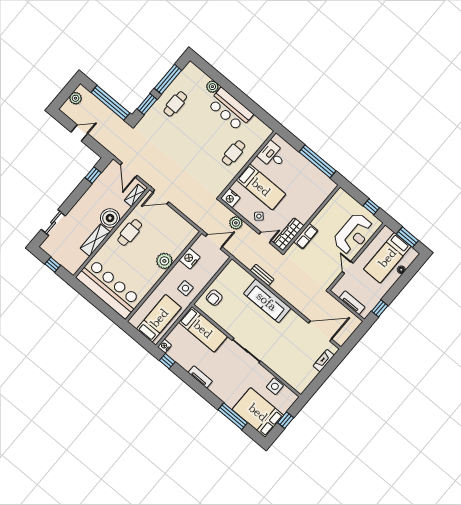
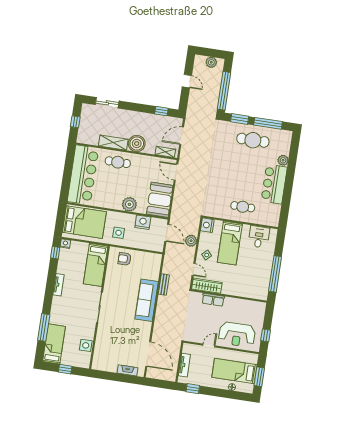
cafe table: (175, 104) -> (253, 140), width x1.37, depth x1.35
booth: (178, 229) -> (160, 200), added
cafe table: (130, 232) -> (118, 162), moved
bed: (159, 318) -> (84, 222), width x1.50
bed: (258, 412) -> (54, 344), width x0.67

